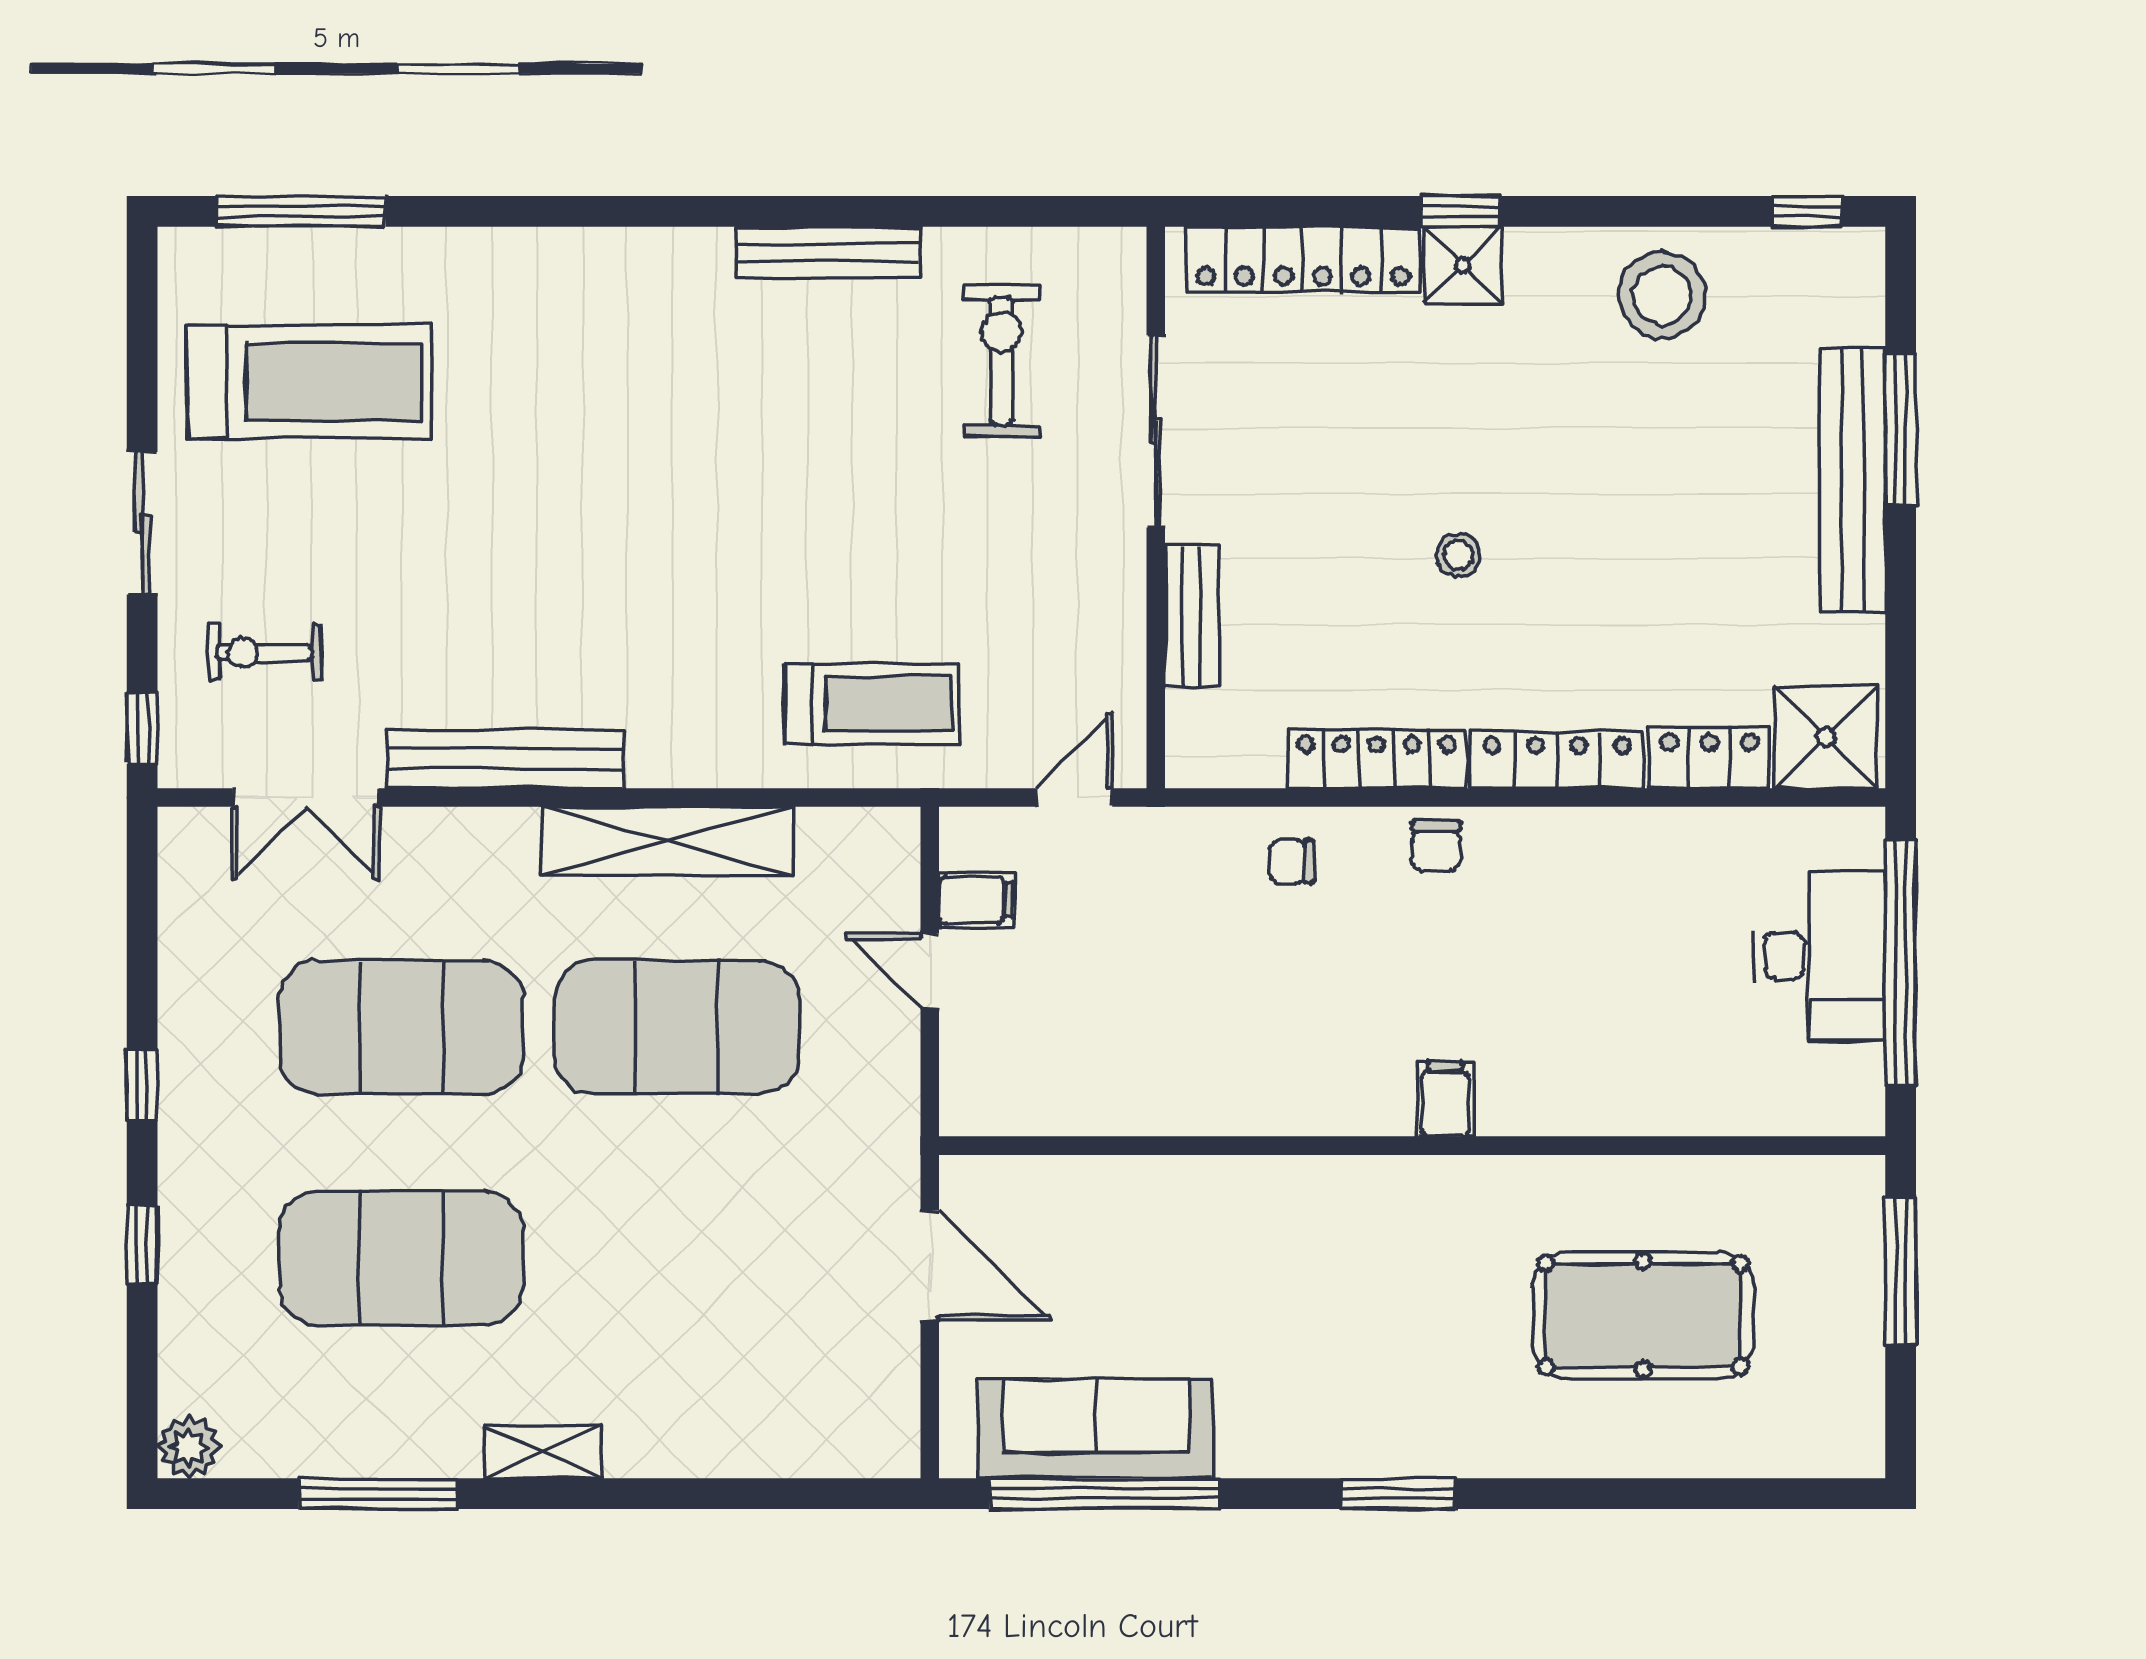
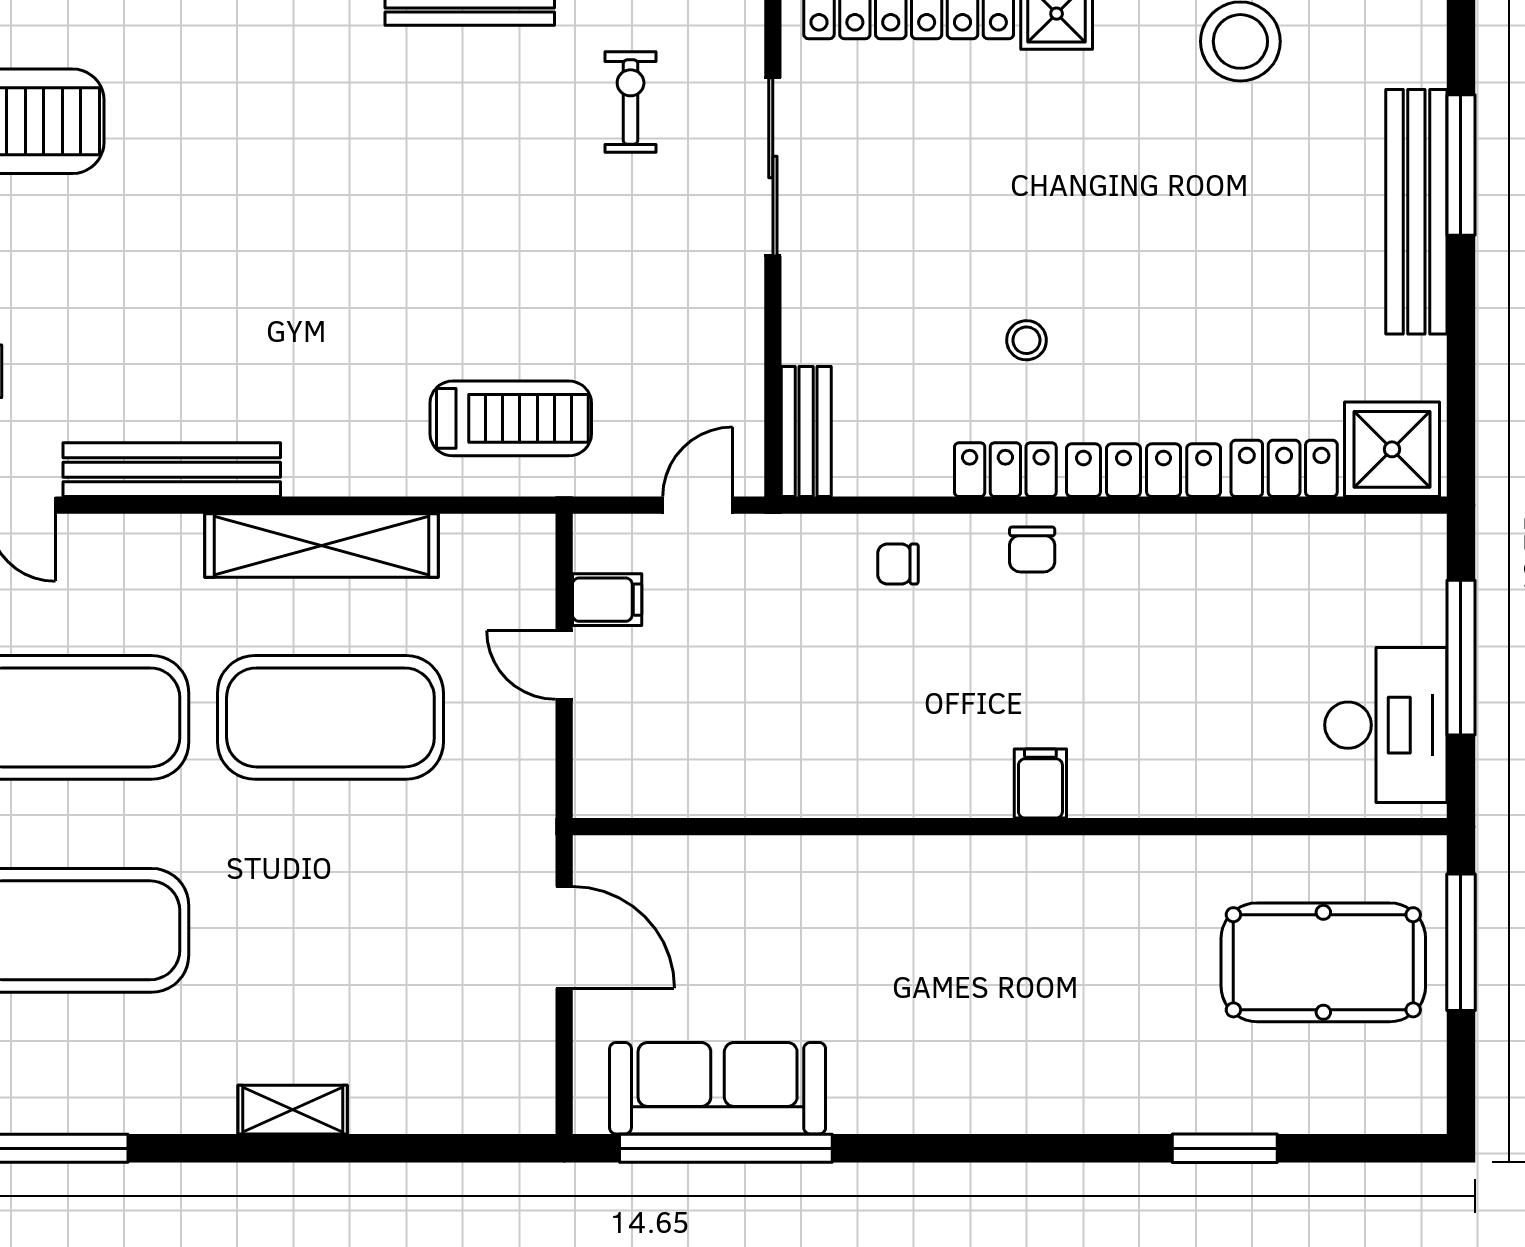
exercise bike: (1002, 361) -> (631, 102), width x0.73, depth x0.72
stool: (1458, 555) -> (1026, 340), moved
bench: (1192, 616) -> (806, 432), moved
locker: (1377, 759) -> (1005, 470), width x0.66
desk: (1819, 956) -> (1386, 725), moved
window: (1901, 963) -> (1461, 658), width x0.68
pool table: (1643, 1315) -> (1323, 962), moved
shelving: (544, 1452) -> (293, 1110), moved
window: (1398, 1494) -> (1225, 1148), moved

